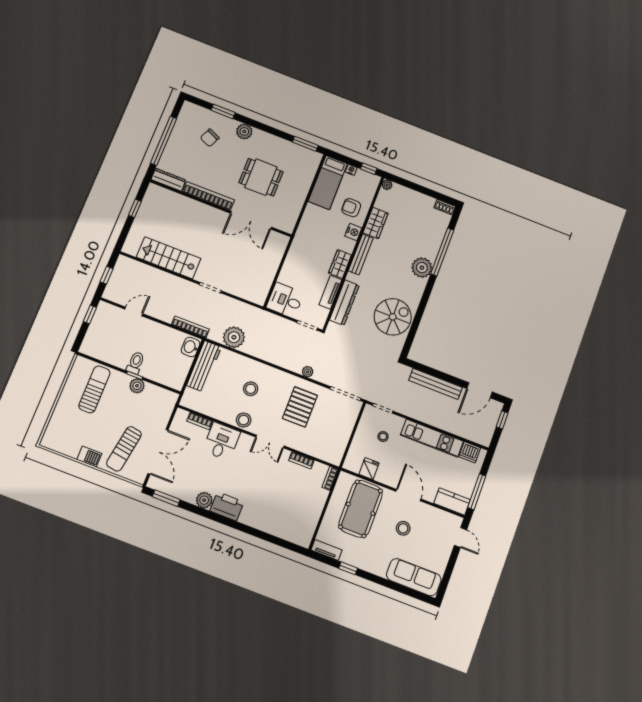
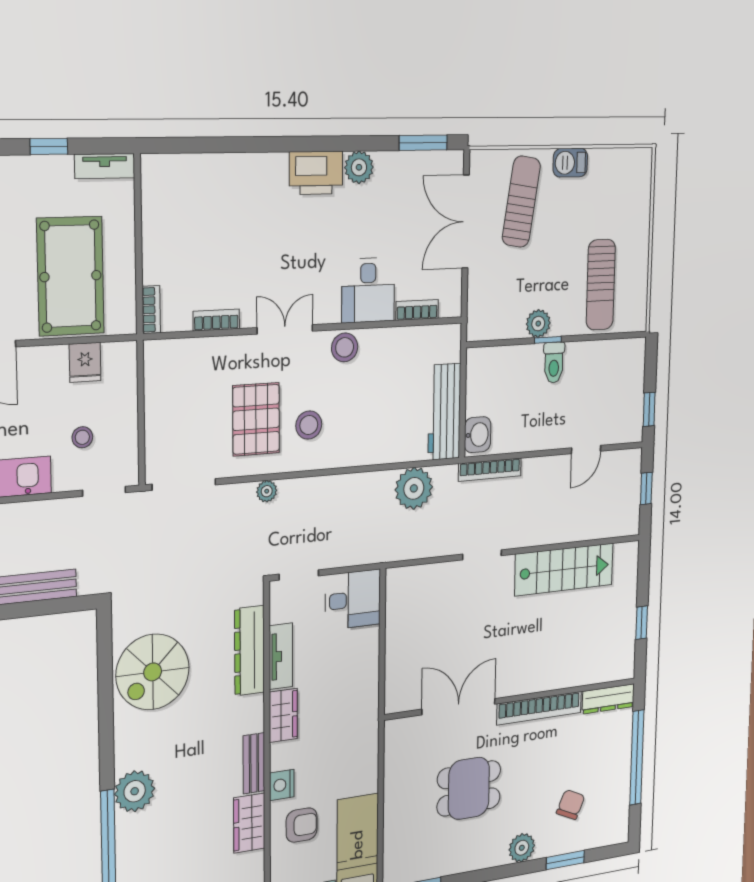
bench: (361, 254) -> (254, 763), width x0.73
stool: (251, 389) -> (309, 425), moved

